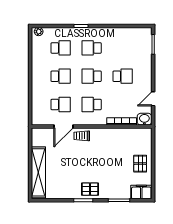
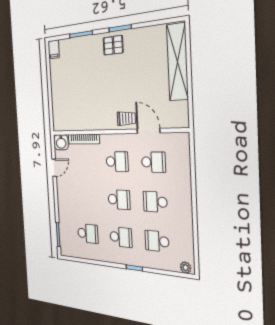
school desk: (123, 76) -> (88, 233), moved, turned 180
school desk: (61, 104) -> (153, 162), turned 180
door: (64, 127) -> (148, 131), hinge flipped
pallet: (140, 164) -> (62, 85), removed
filing cabinet: (141, 192) -> (54, 49), width x0.50

